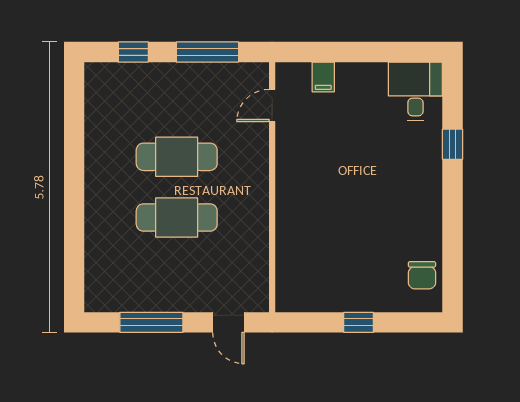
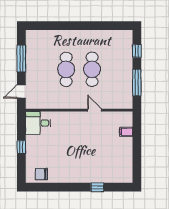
desk: (415, 91) -> (38, 123), moved, turned 180
door: (272, 105) -> (94, 110), moved

